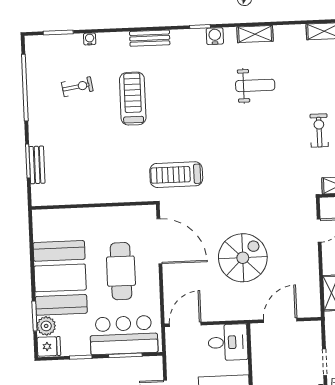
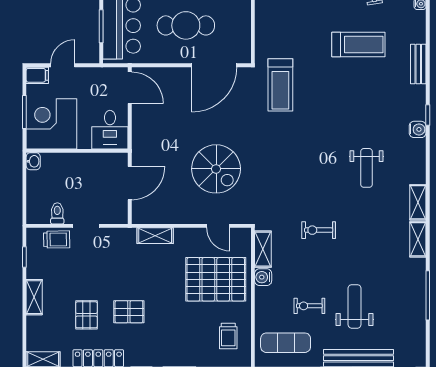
shelving: (255, 34) -> (418, 202), moved
exercise bike: (319, 130) -> (319, 230), turned 180
treadmill: (176, 175) -> (280, 85), turned 180
spiral stairs: (243, 258) -> (216, 169), moved
door: (280, 320) -> (130, 183), hinge flipped

